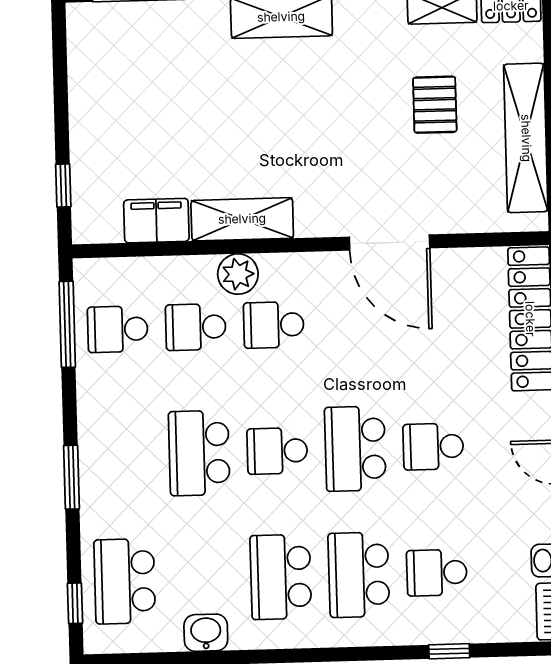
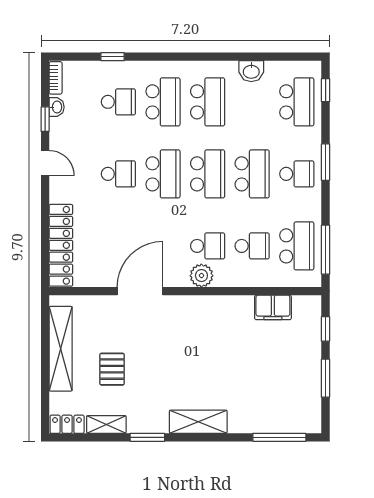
window: (61, 99) -> (326, 378), added
shelving: (242, 219) -> (224, 307), removed
door: (390, 243) -> (140, 291), hinge flipped
plant: (238, 274) -> (201, 276), moved
school desk: (118, 329) -> (297, 246), width x1.85
school desk: (277, 451) -> (208, 174), width x1.85
school desk: (121, 455) -> (297, 174), added

